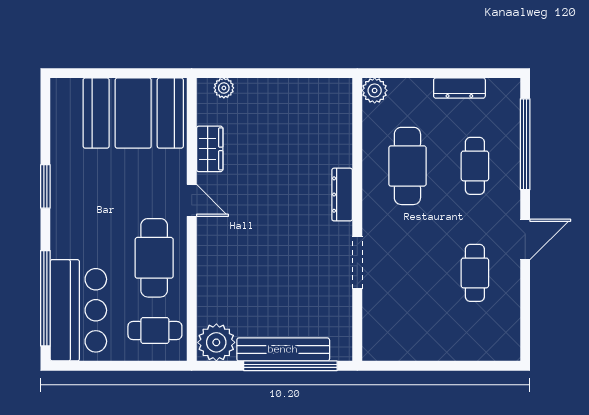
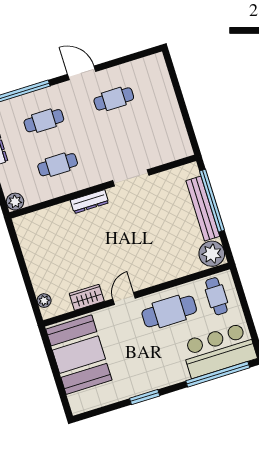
cafe table: (407, 166) -> (58, 165), width x0.73, depth x0.74

